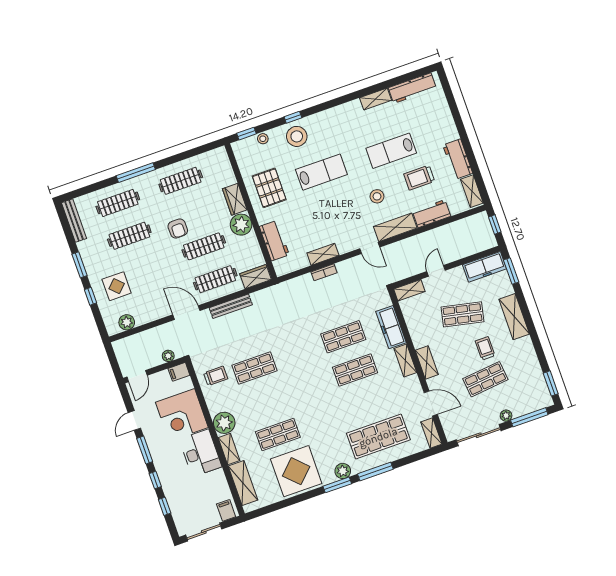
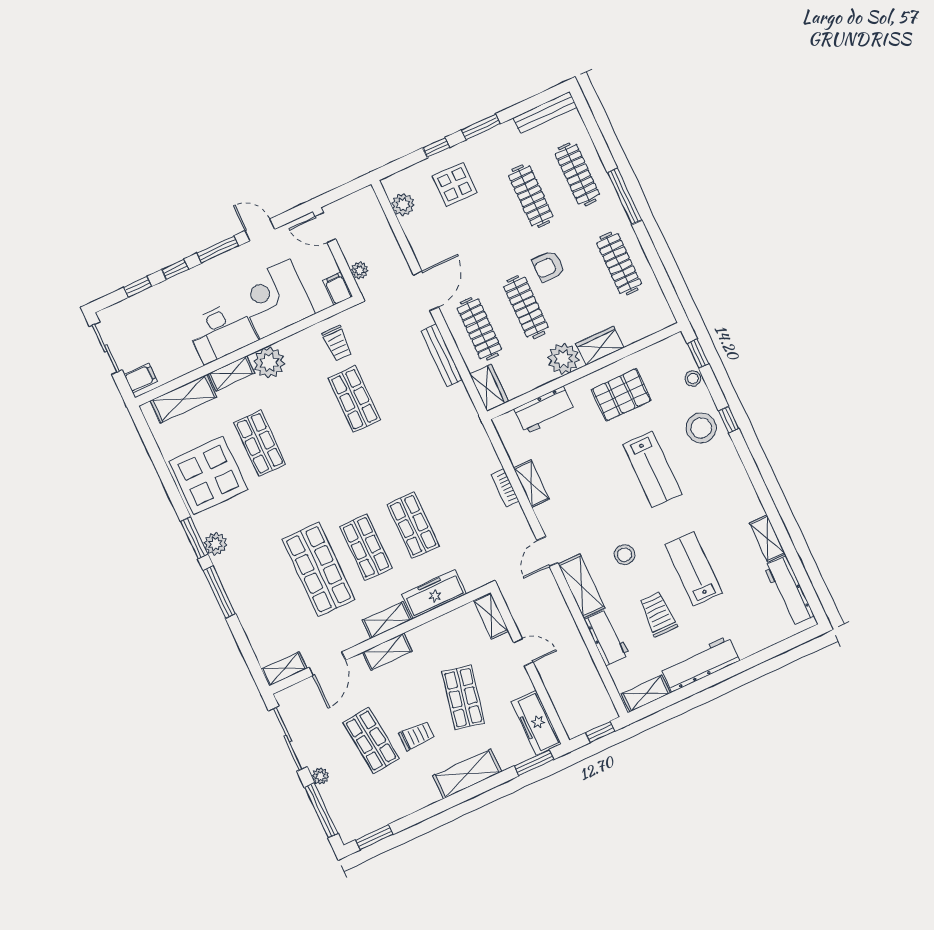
workbench: (458, 159) -> (700, 664), width x1.38
shop shelf: (378, 437) -> (319, 569), moved

